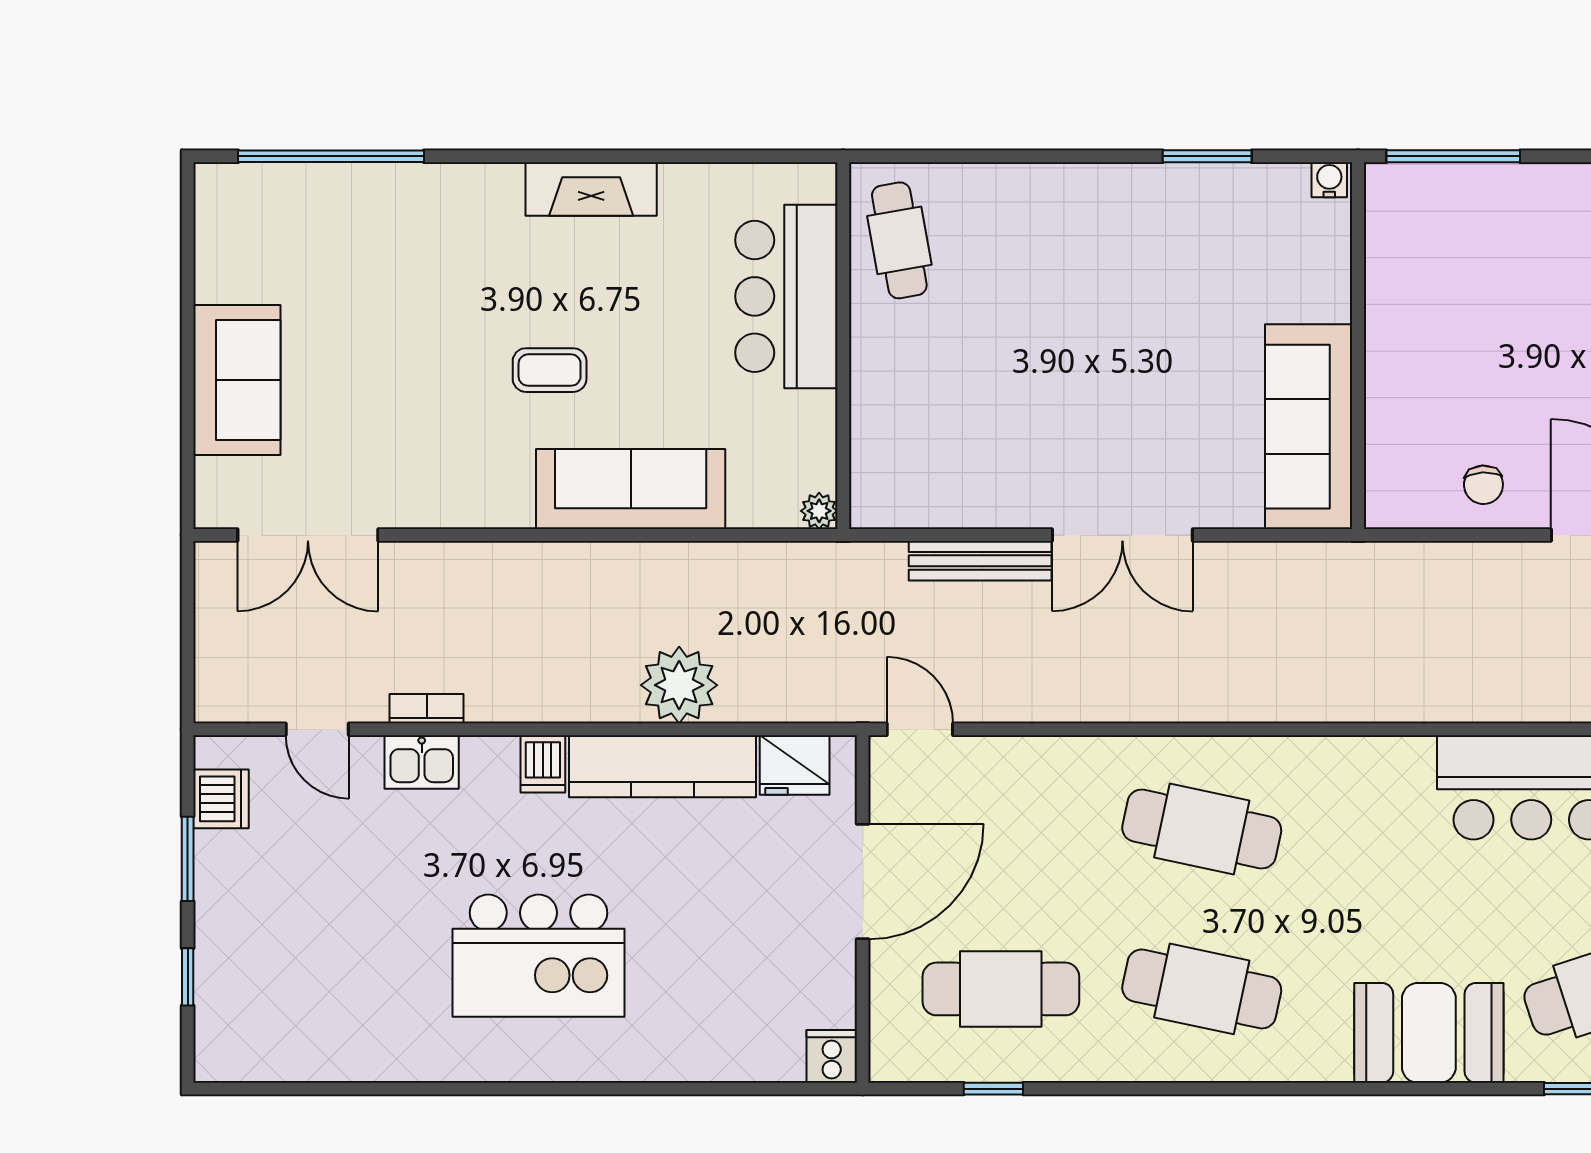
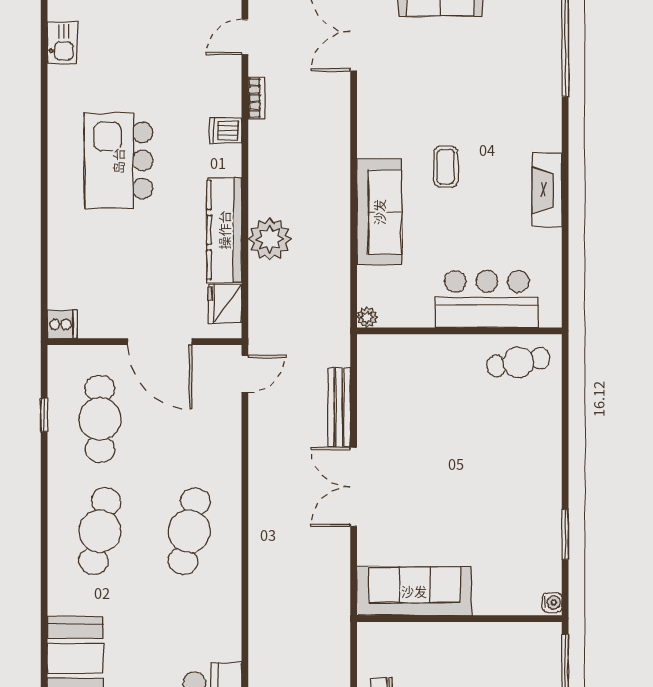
kitchen sink: (422, 762) -> (62, 43), moved, turned 180
dishwasher: (543, 764) -> (226, 131), moved

